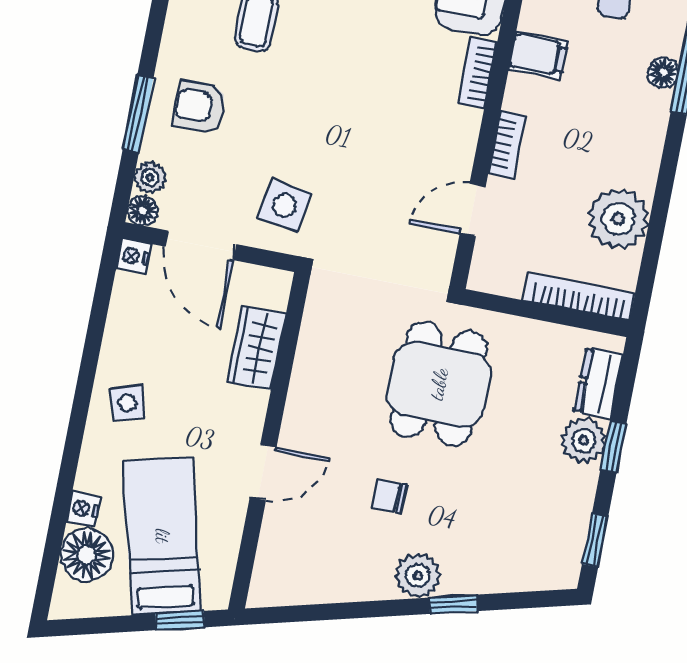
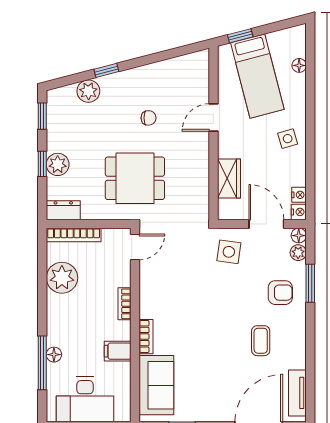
door: (473, 210) -> (135, 247), moved
dresser: (598, 383) -> (63, 210), moved, turned -90
dining table: (439, 384) -> (135, 178), turned 90
nightstand: (83, 509) -> (299, 195), moved
floor lamp: (87, 555) -> (299, 65), width x0.53, depth x0.53
plant: (418, 576) -> (88, 91), moved

